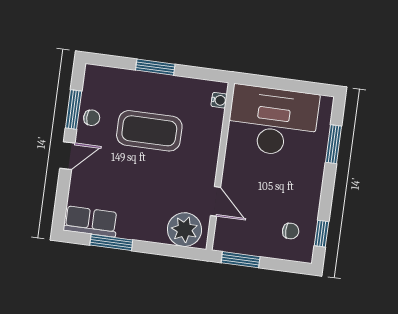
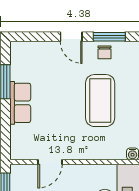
row of seats: (91, 221) -> (20, 103), moved
plant: (184, 230) -> (24, 140), removed

